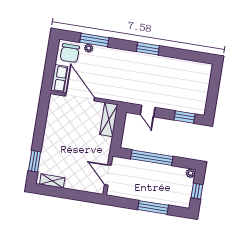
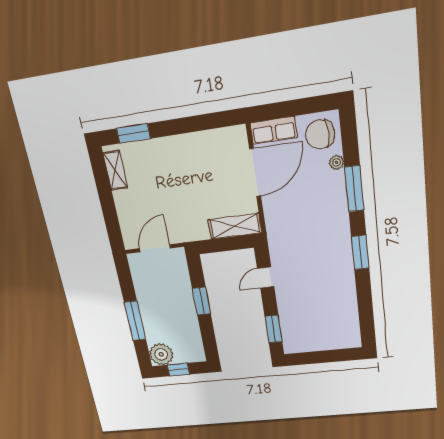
window: (94, 40) -> (354, 189), moved
window: (152, 158) -> (201, 301), width x0.47
plant: (191, 173) -> (161, 354), moved, width x1.88, depth x1.88

